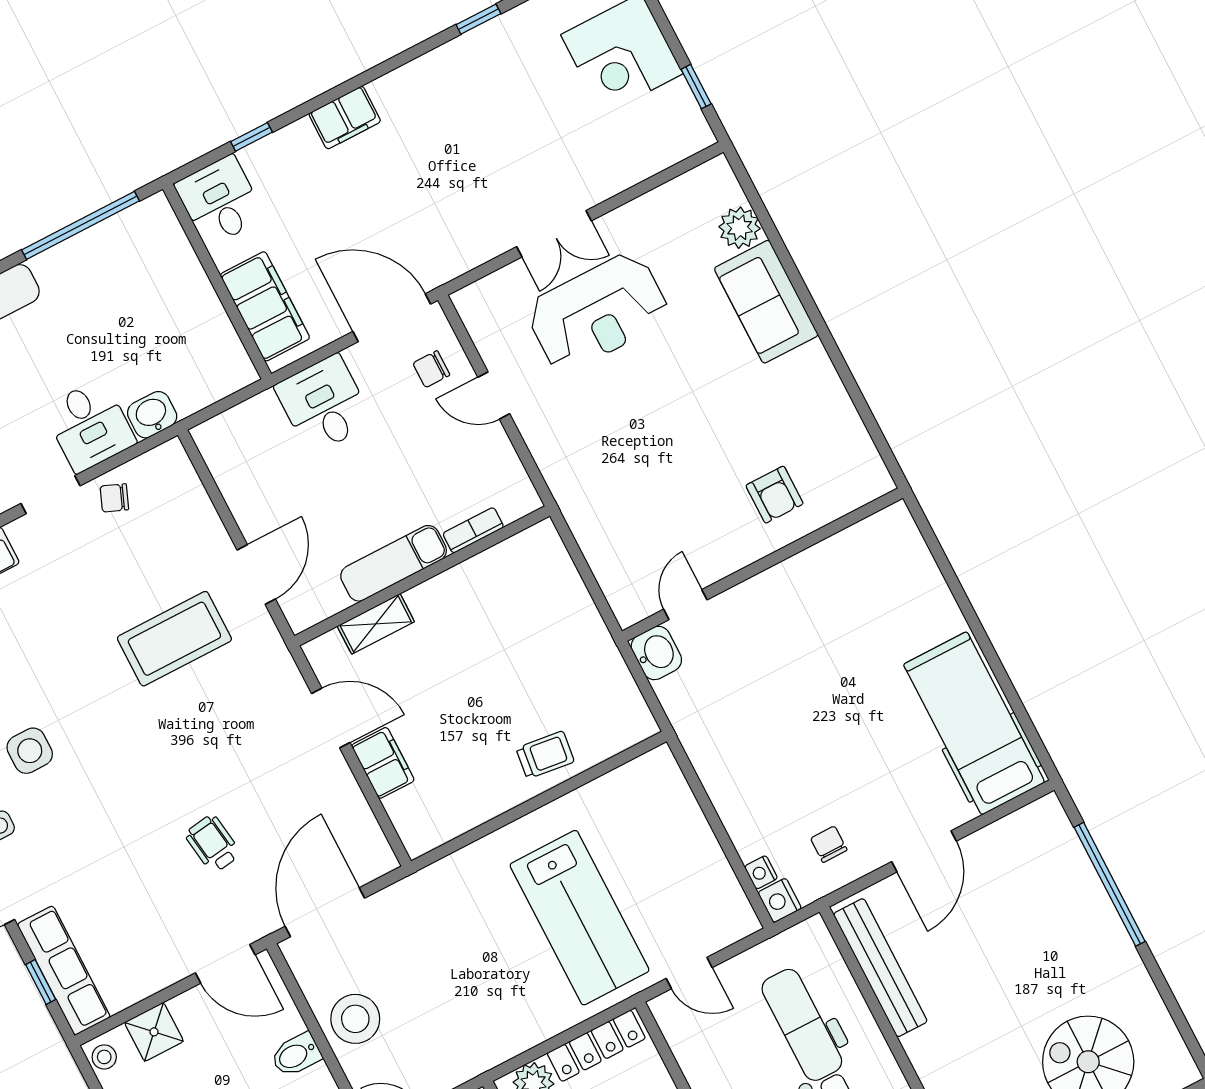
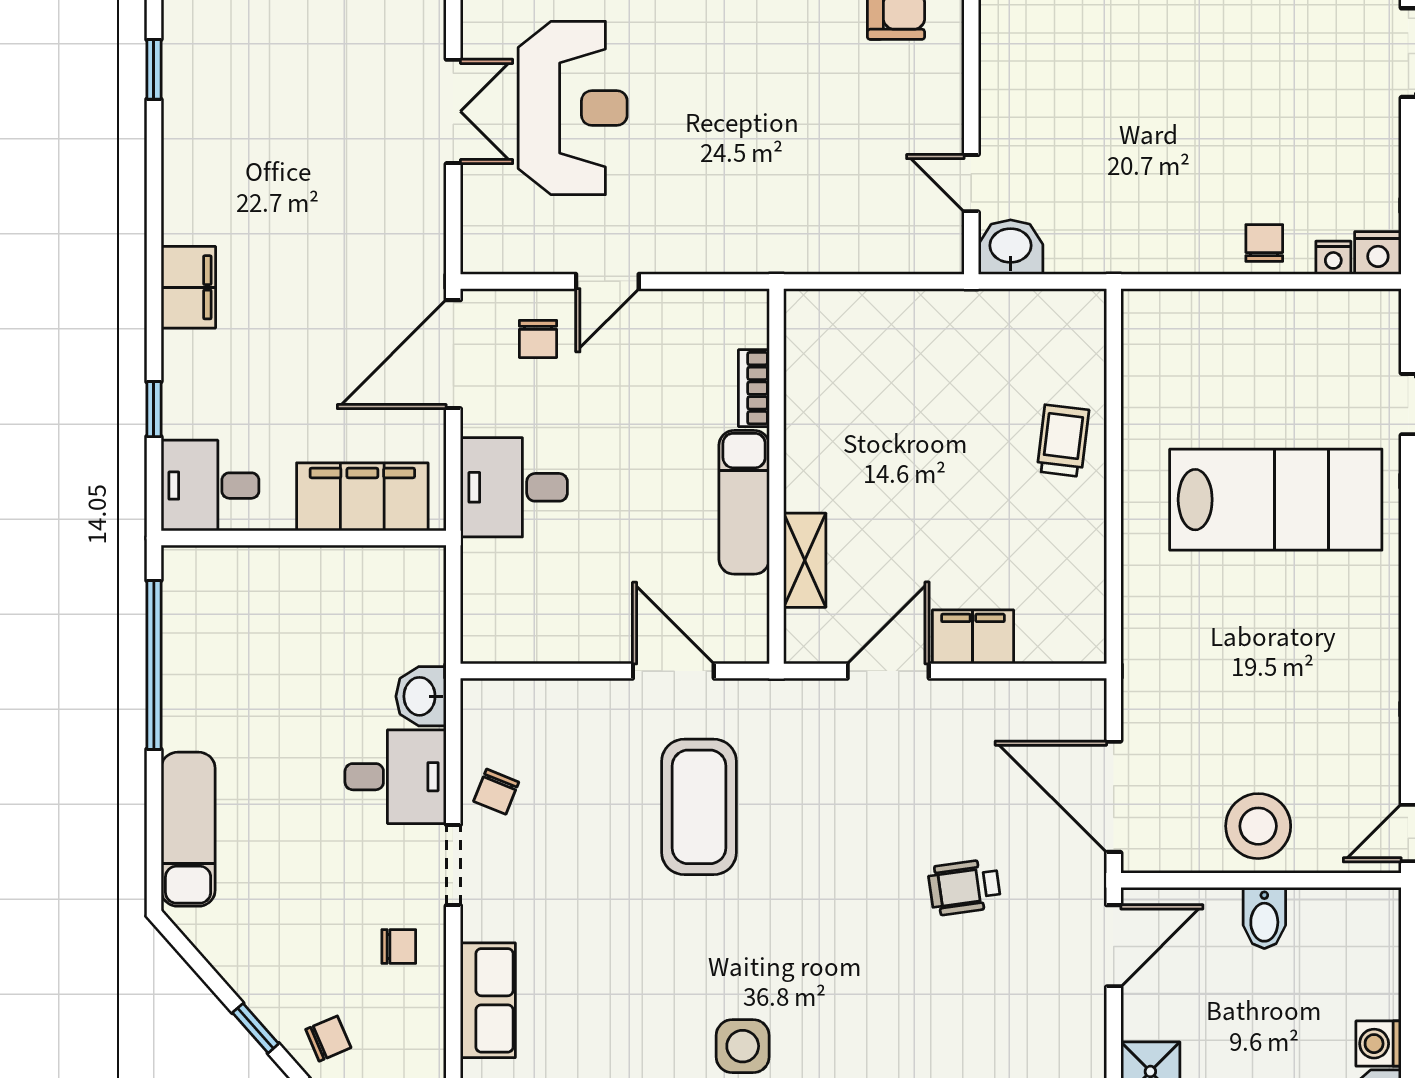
chair: (829, 844) -> (1264, 243), moved, turned 90

